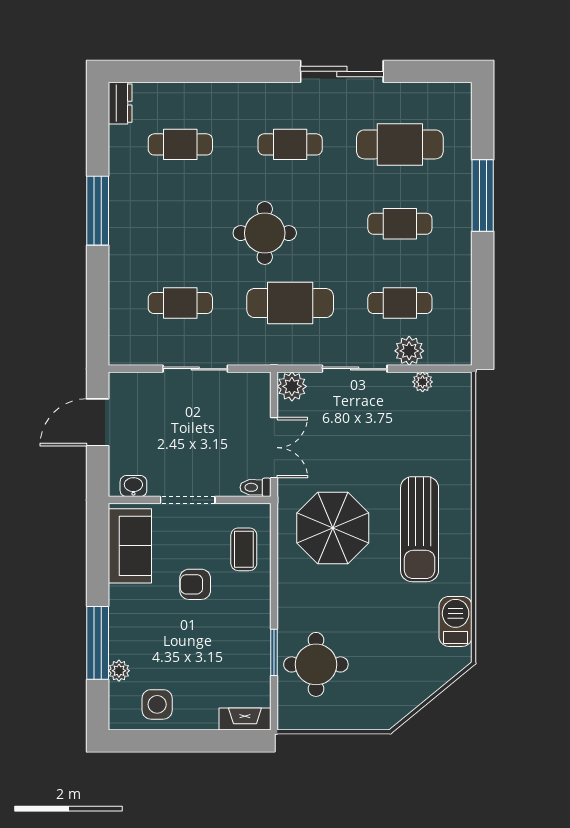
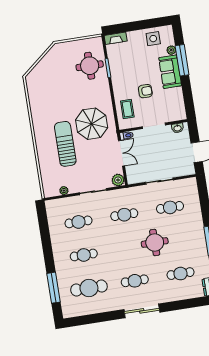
sliding door: (342, 71) -> (142, 311), moved
window: (483, 196) -> (54, 288), moved
round table: (265, 233) -> (155, 242), moved
cafe table: (290, 303) -> (124, 215), width x0.73, depth x0.74
plant: (409, 351) -> (71, 203), removed
double door: (274, 448) -> (121, 153), swing flipped
sun lounger: (420, 529) -> (65, 144), moved
sofa: (130, 546) -> (170, 72), moved
barbecue: (456, 621) -> (34, 93), removed

